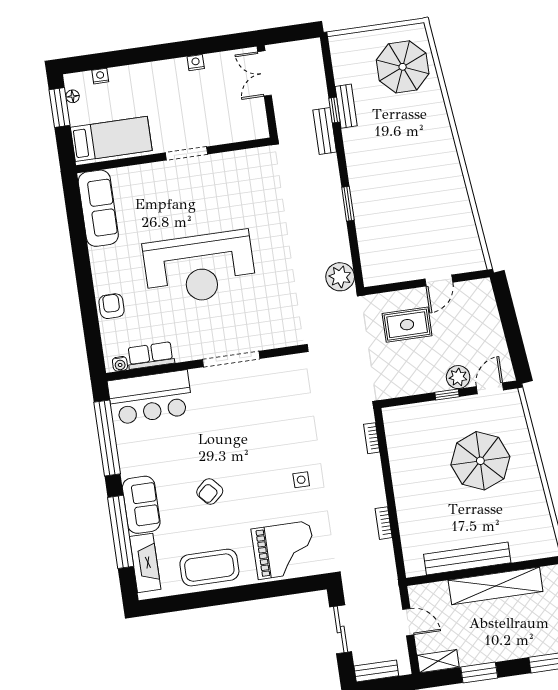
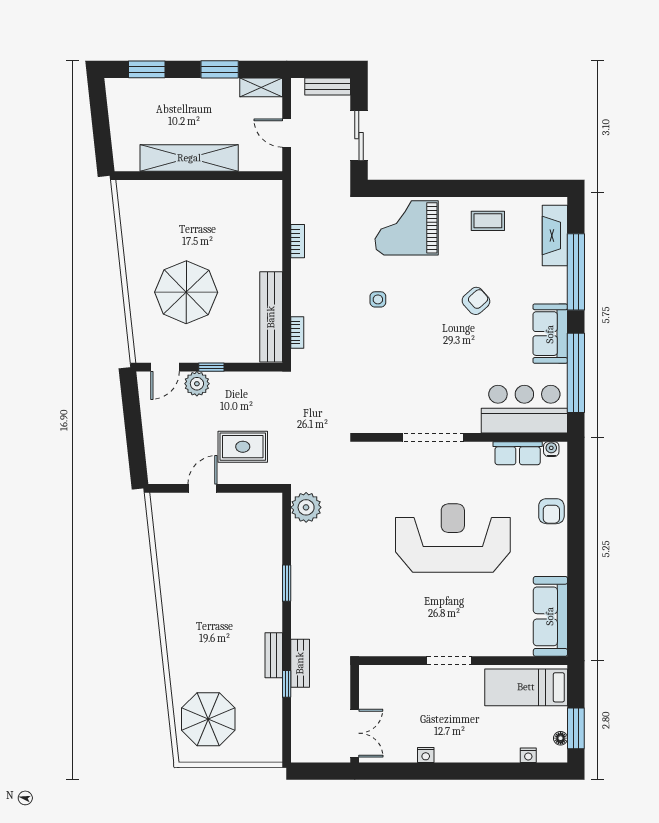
bench: (346, 106) -> (274, 655), moved
sofa: (141, 505) -> (550, 334), moved
bench: (467, 559) -> (271, 317), moved, turned 90
coffee table: (209, 568) -> (488, 221), width x0.54, depth x0.58

